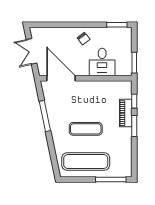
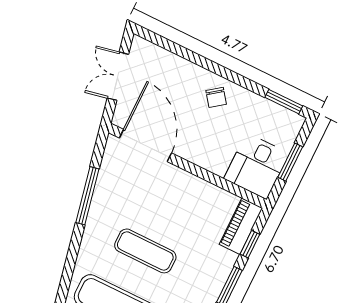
desk: (102, 62) -> (256, 166), moved
window: (134, 63) -> (290, 162), moved
piano: (126, 113) -> (241, 226), moved

